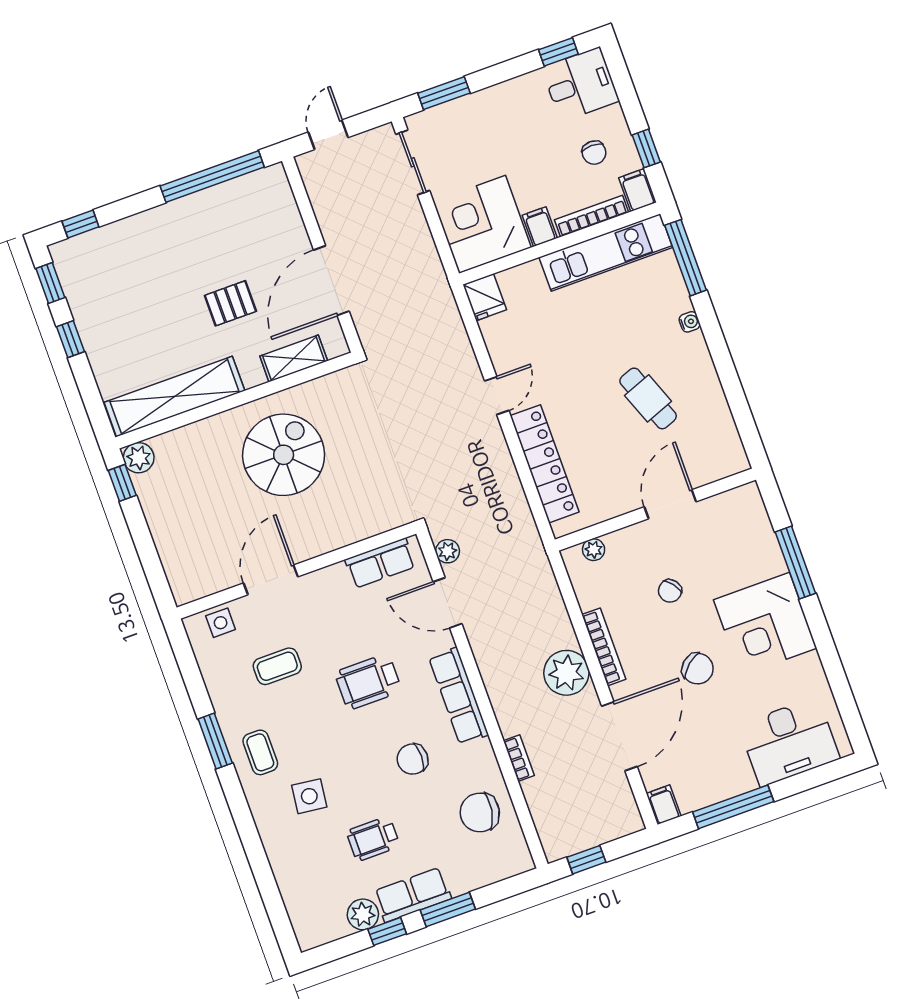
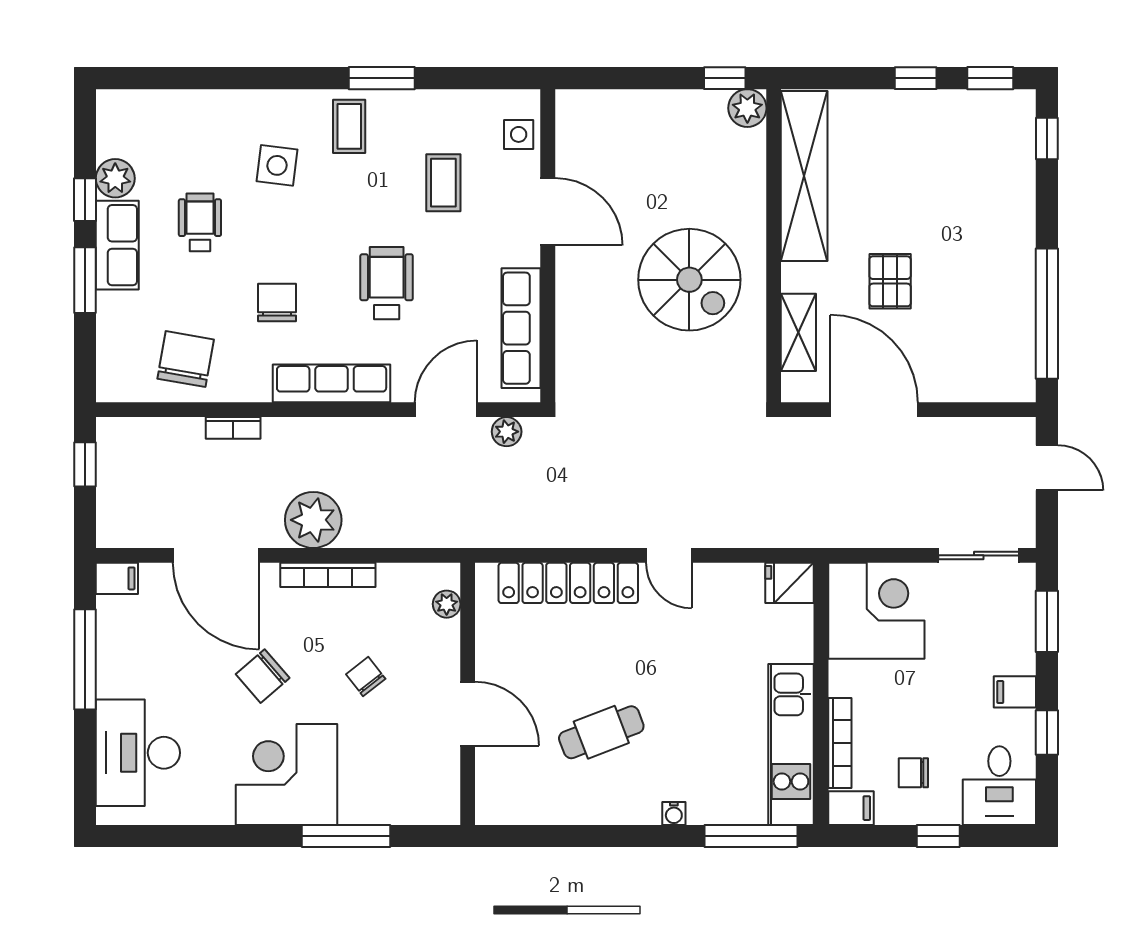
window: (558, 52) -> (1047, 732), moved
window: (646, 148) -> (938, 836), moved
filing cabinet: (540, 227) -> (1015, 692), moved, turned 180
row of seats: (380, 563) -> (521, 328), width x1.48
coffee table: (260, 752) -> (349, 126), turned 90

